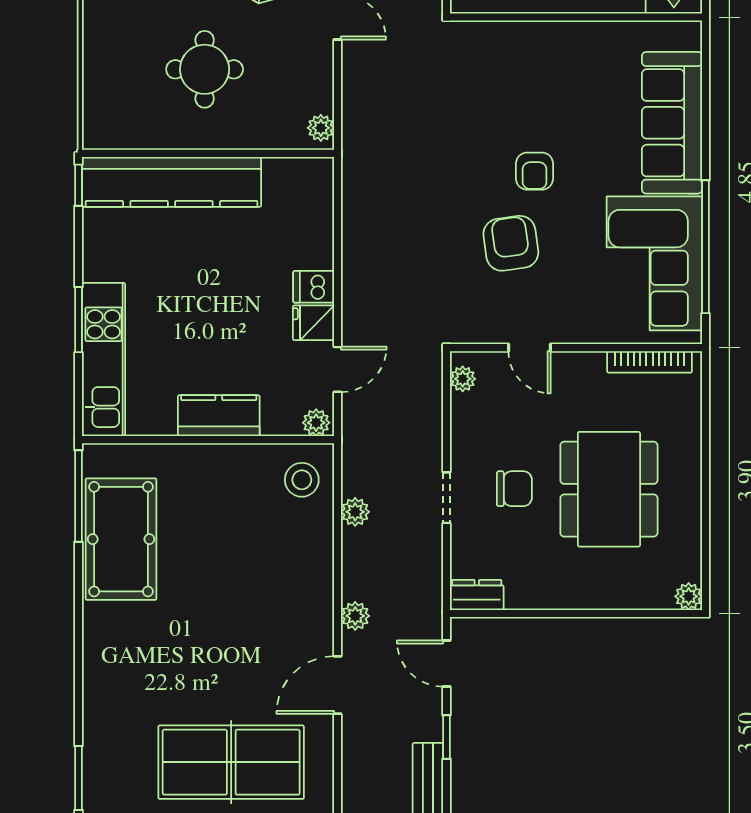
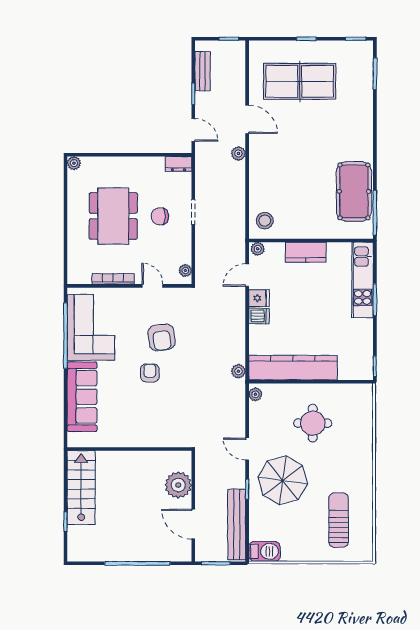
kitchen counter: (172, 182) -> (293, 368), moved
bookcase: (649, 362) -> (113, 279), moved
plant: (355, 512) -> (238, 371), moved
door: (338, 685) -> (247, 119), hinge flipped

